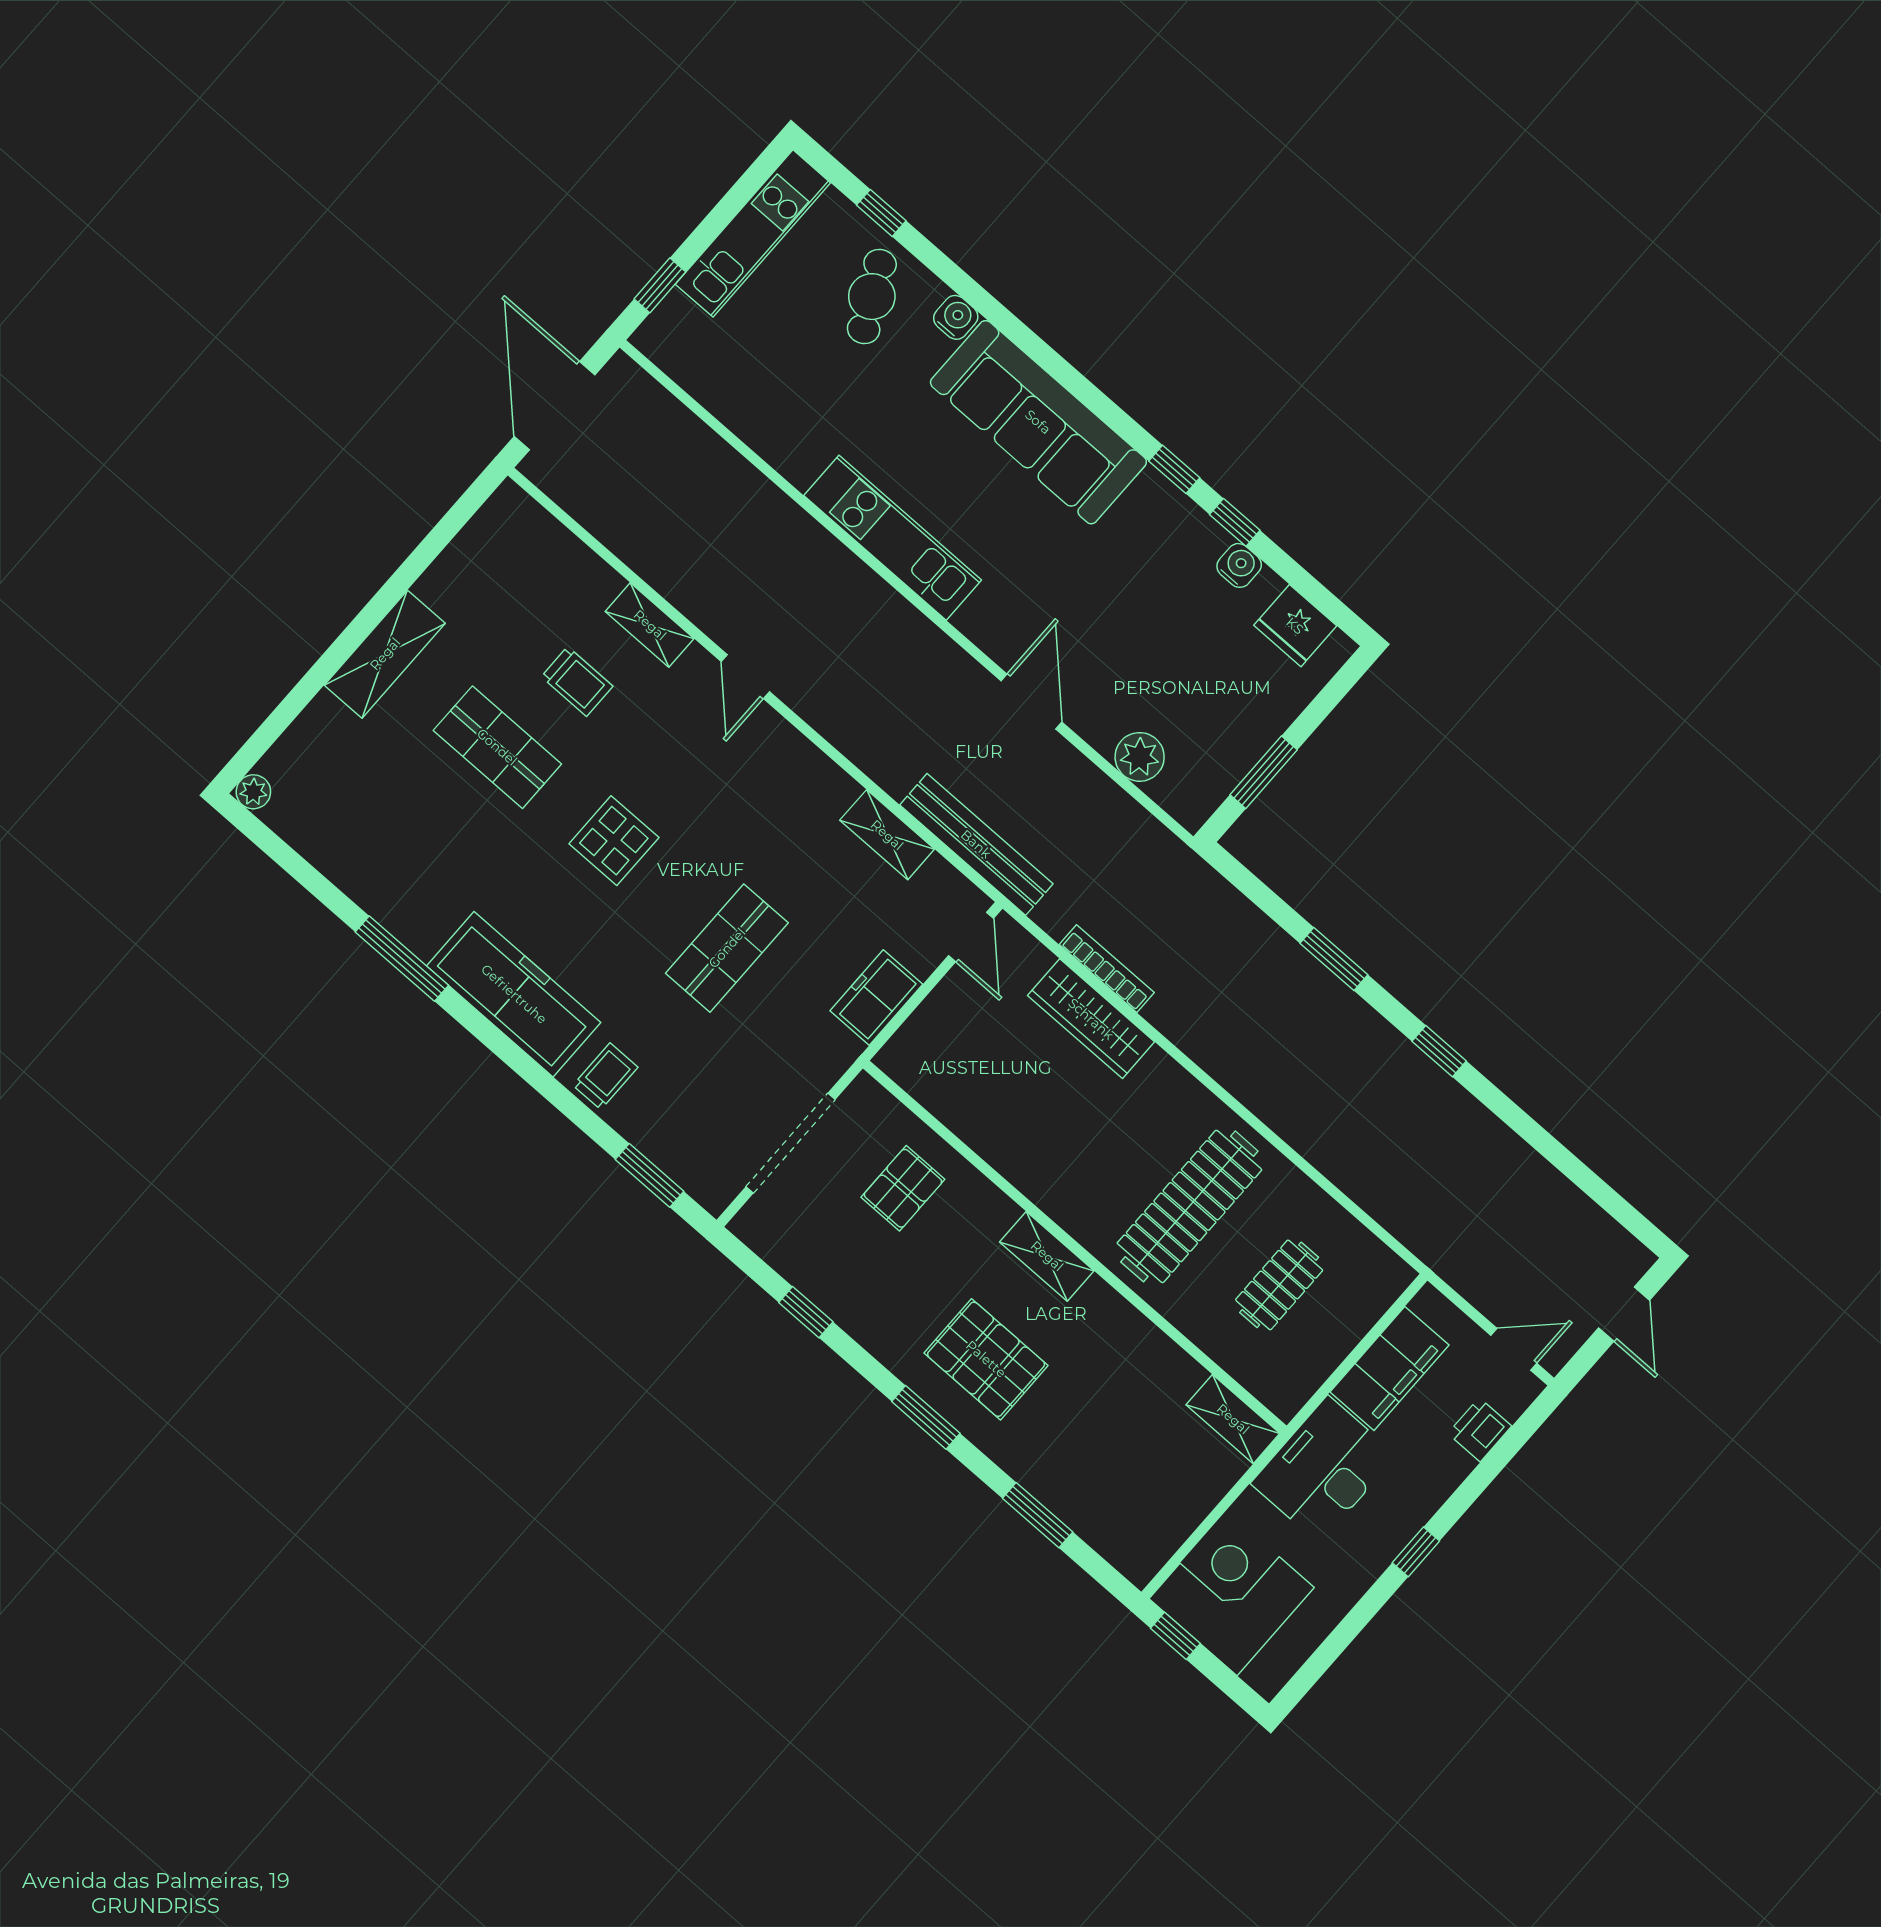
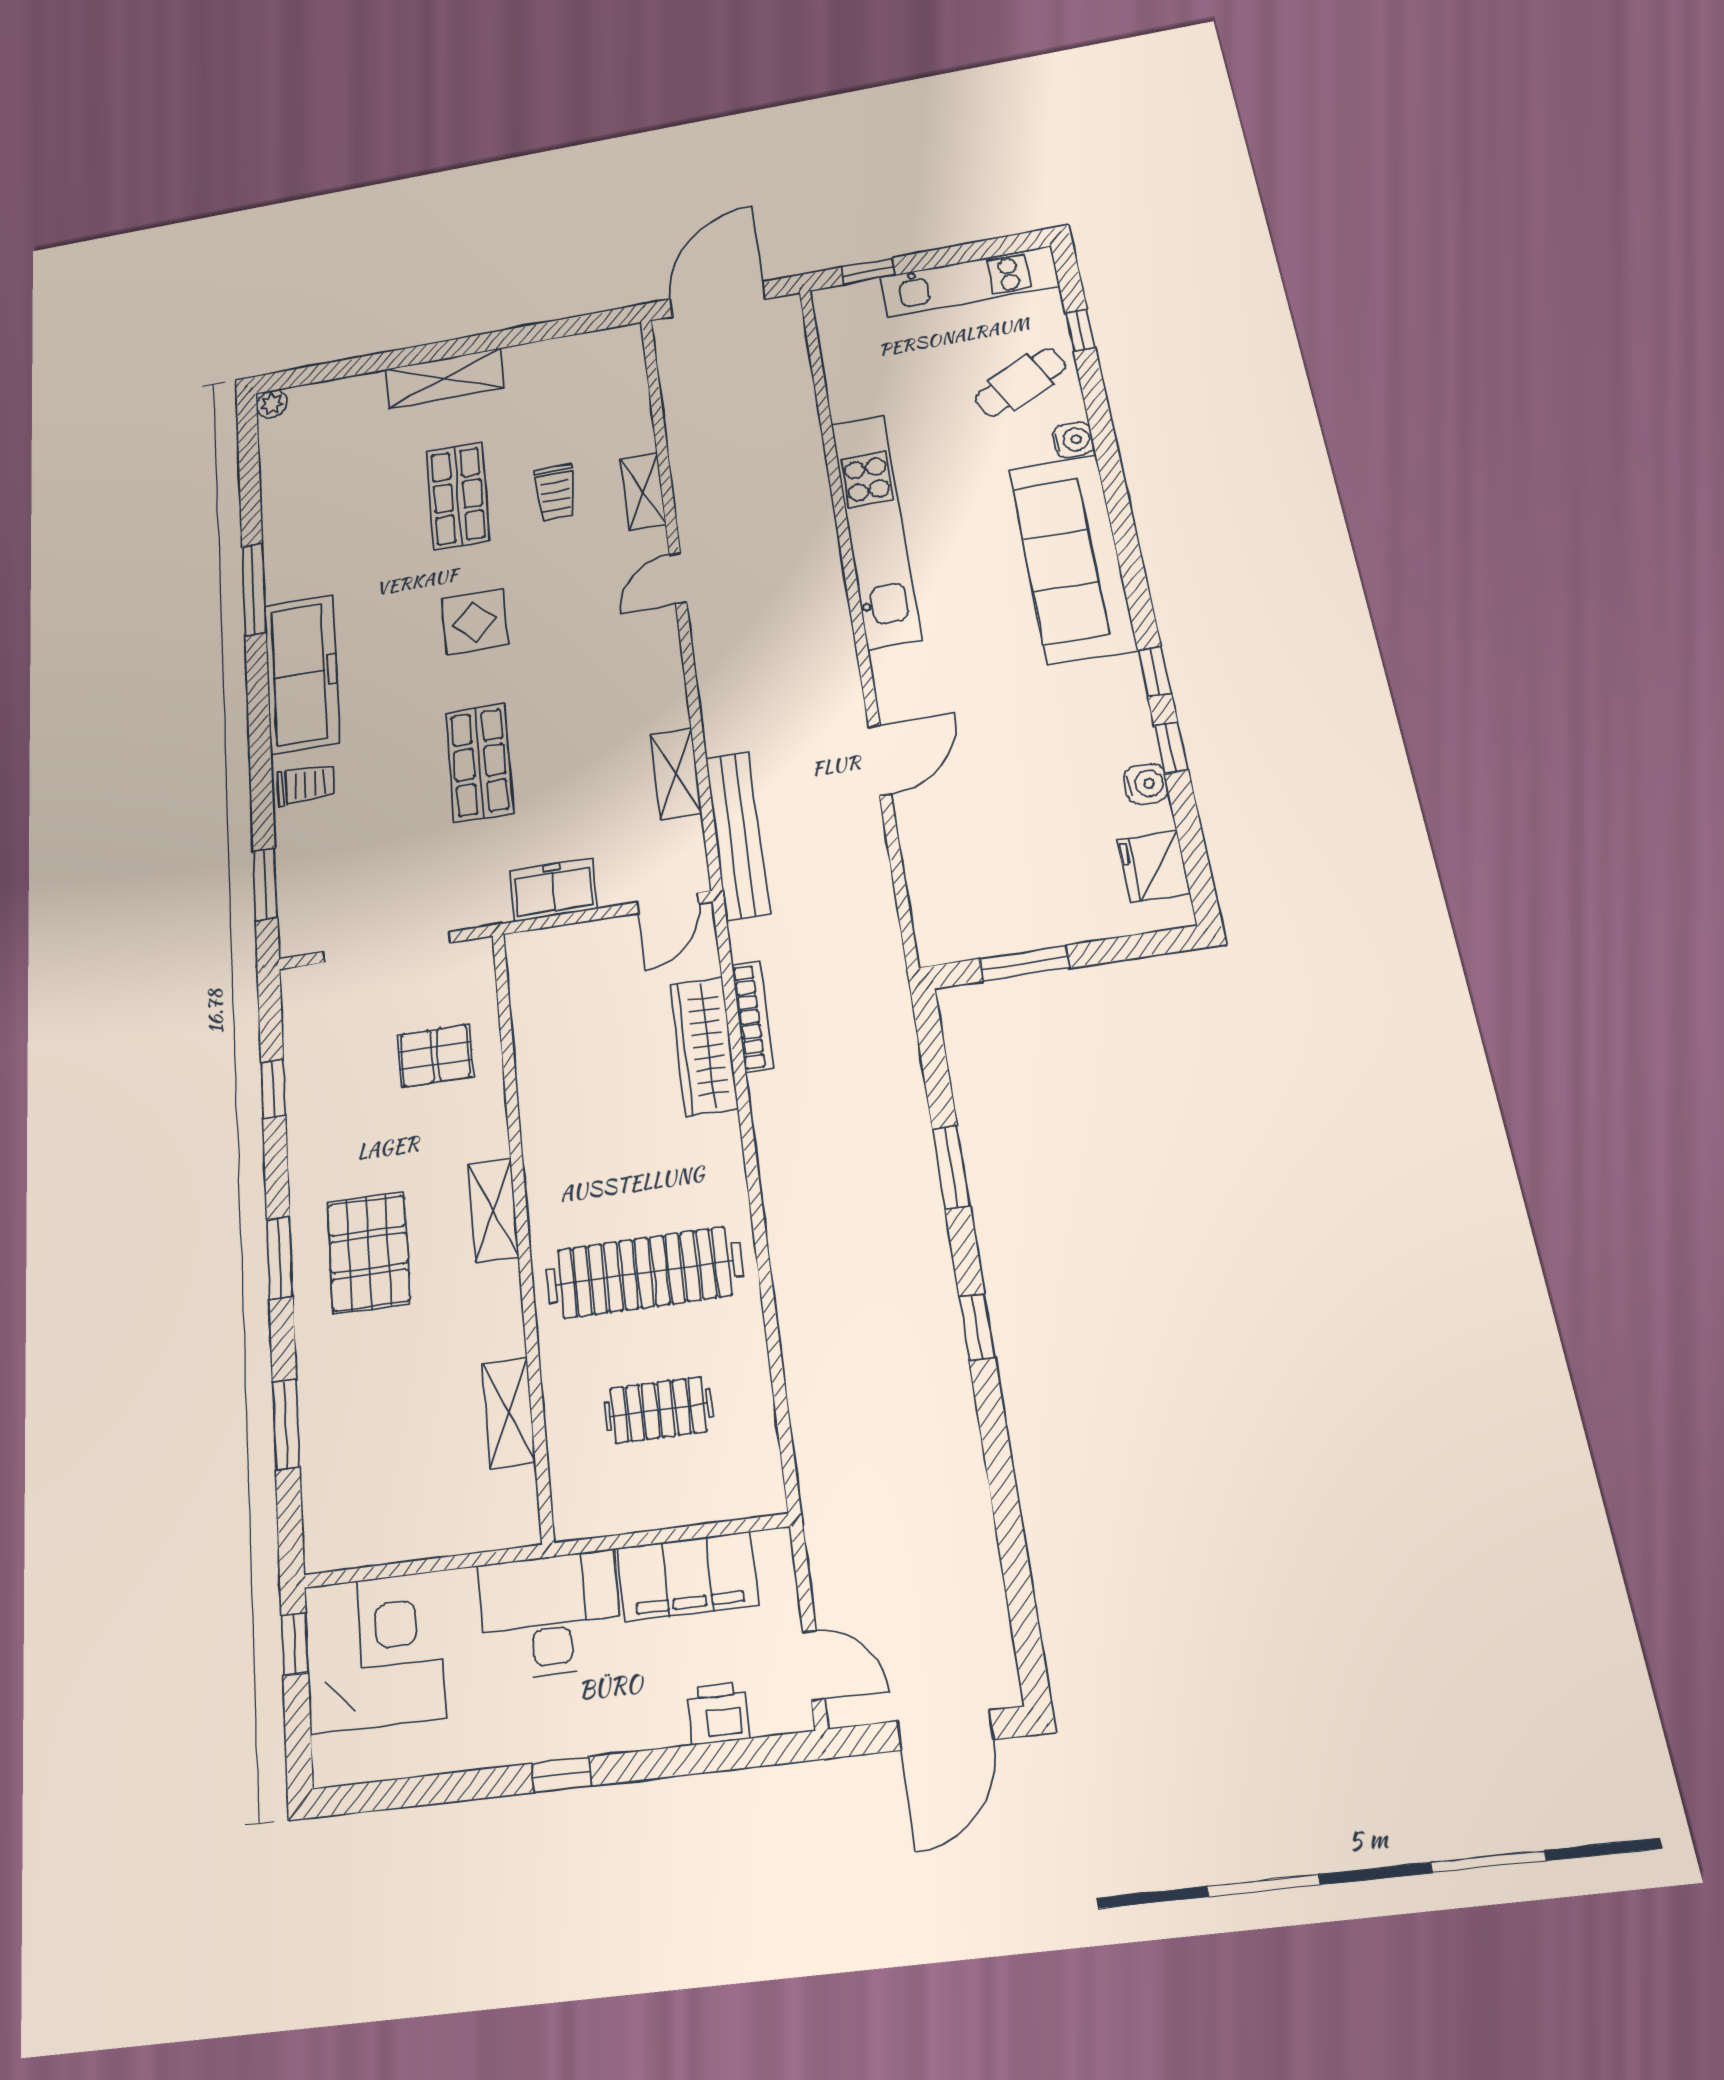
kitchen unit: (893, 538) -> (876, 531), width x1.36
plant: (1140, 757) -> (930, 870), removed
shop shelf: (727, 948) -> (480, 762), turned 90
door: (1624, 1314) -> (946, 1730), width x1.38
shelving: (1233, 1419) -> (509, 1413), moved

